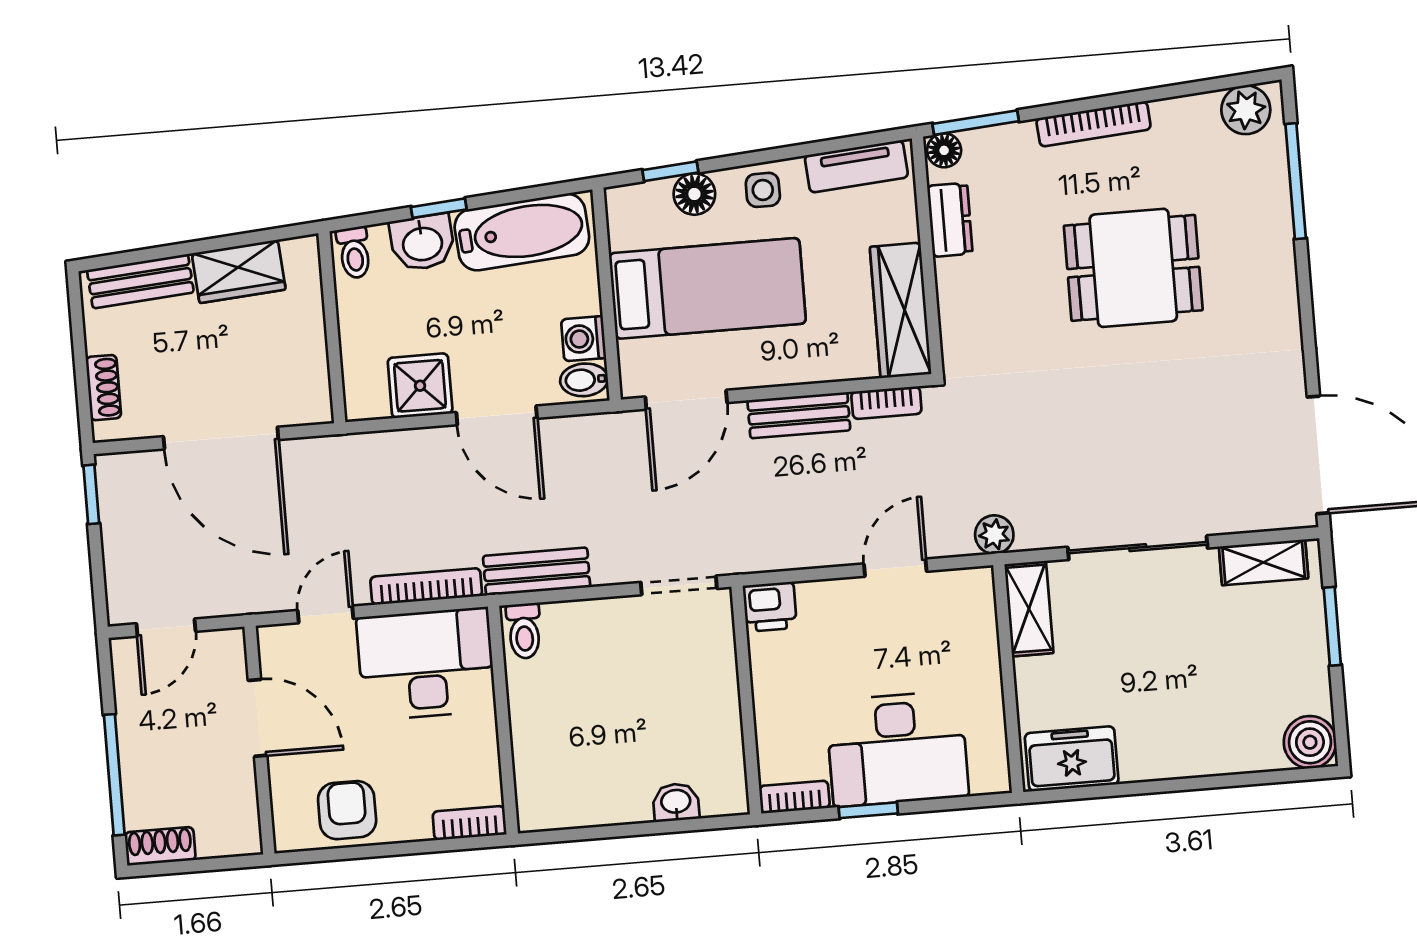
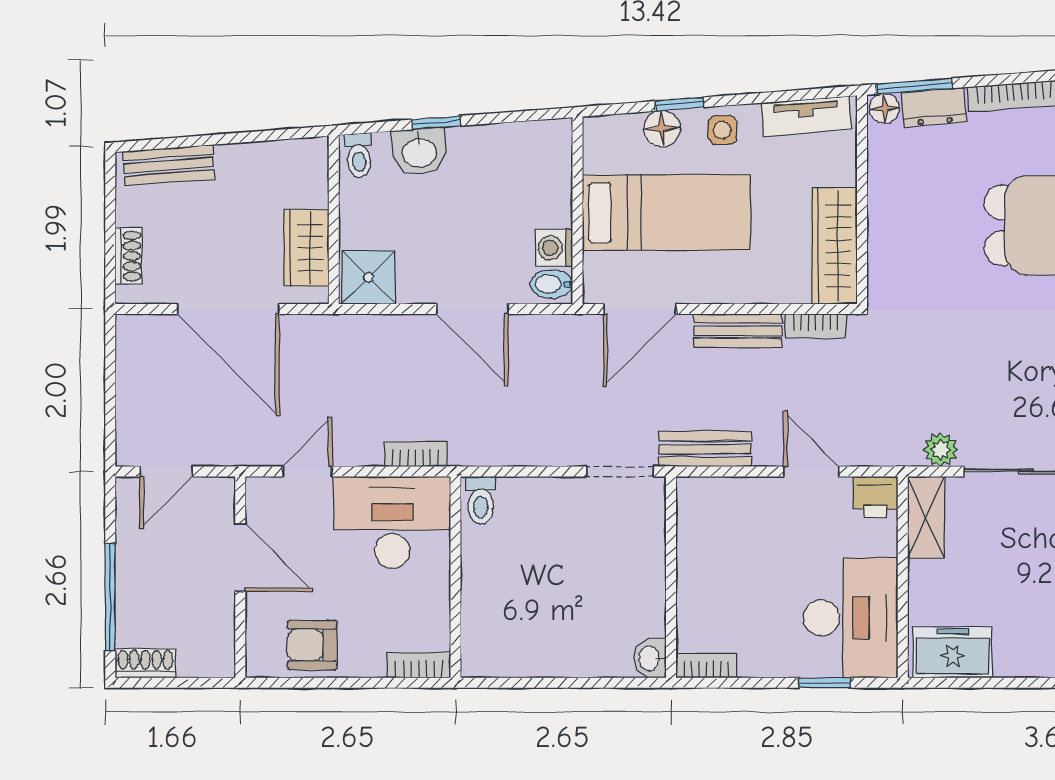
window: (670, 171) -> (679, 104), moved
dresser: (950, 220) -> (934, 107), moved, turned 86
bathtub: (522, 232) -> (508, 150), removed
wardrobe: (239, 271) -> (306, 248), moved, turned 94
shower: (420, 386) -> (368, 277), moved
window: (91, 494) -> (110, 349), removed
plant: (994, 535) -> (941, 450), moved
door: (895, 568) -> (811, 471), hinge flipped
bench: (537, 571) -> (705, 449), moved
bookcase: (426, 586) -> (415, 454), width x0.64
printer: (770, 607) -> (875, 497), moved
desk: (897, 749) -> (851, 618), moved, turned -90
washbasin: (676, 802) -> (650, 658), moved, turned -90
armchair: (347, 810) -> (312, 645), turned -90
window: (868, 810) -> (825, 683), moved

